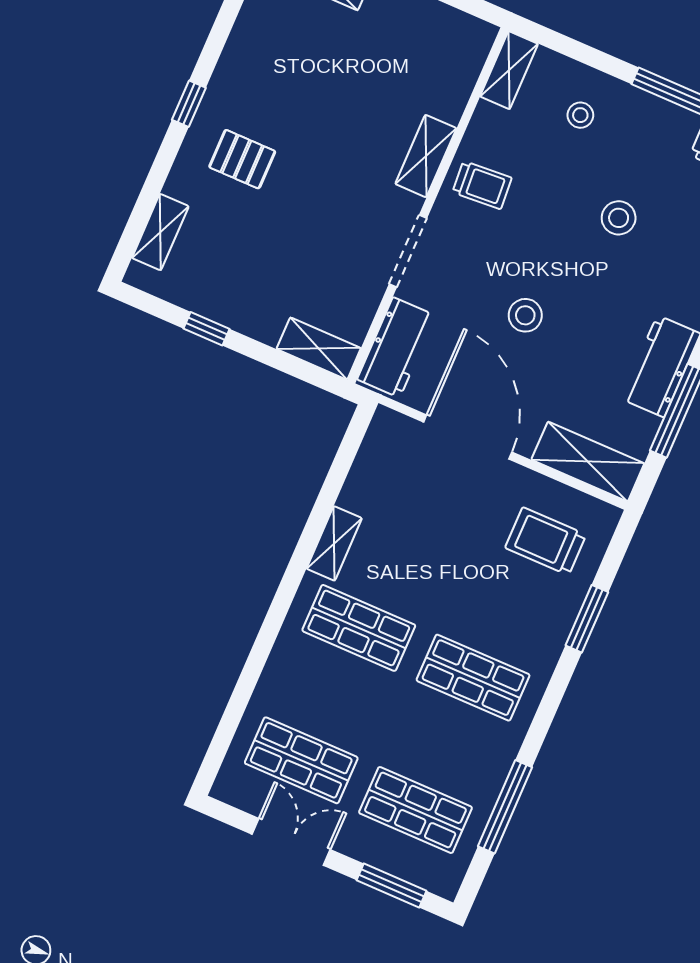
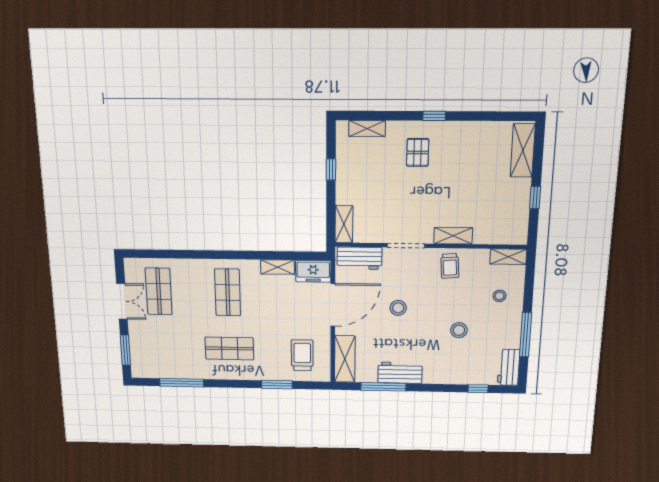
freezer: (385, 445) -> (313, 271), added
shelving: (334, 543) -> (278, 267), moved
shop shelf: (473, 678) -> (229, 348), turned 90
shop shelf: (415, 810) -> (162, 347), removed

